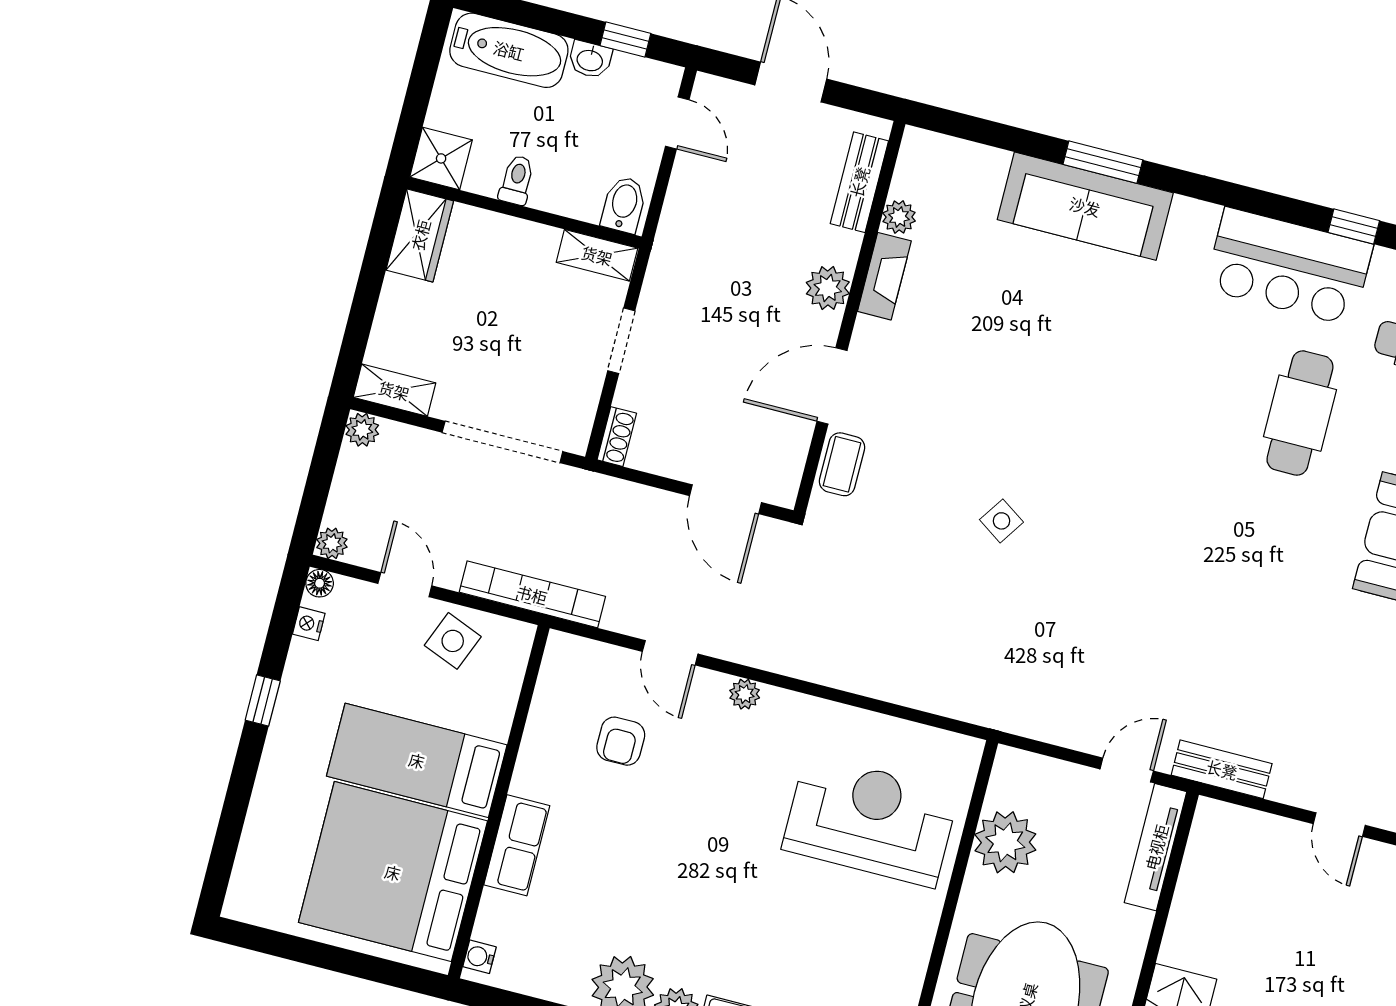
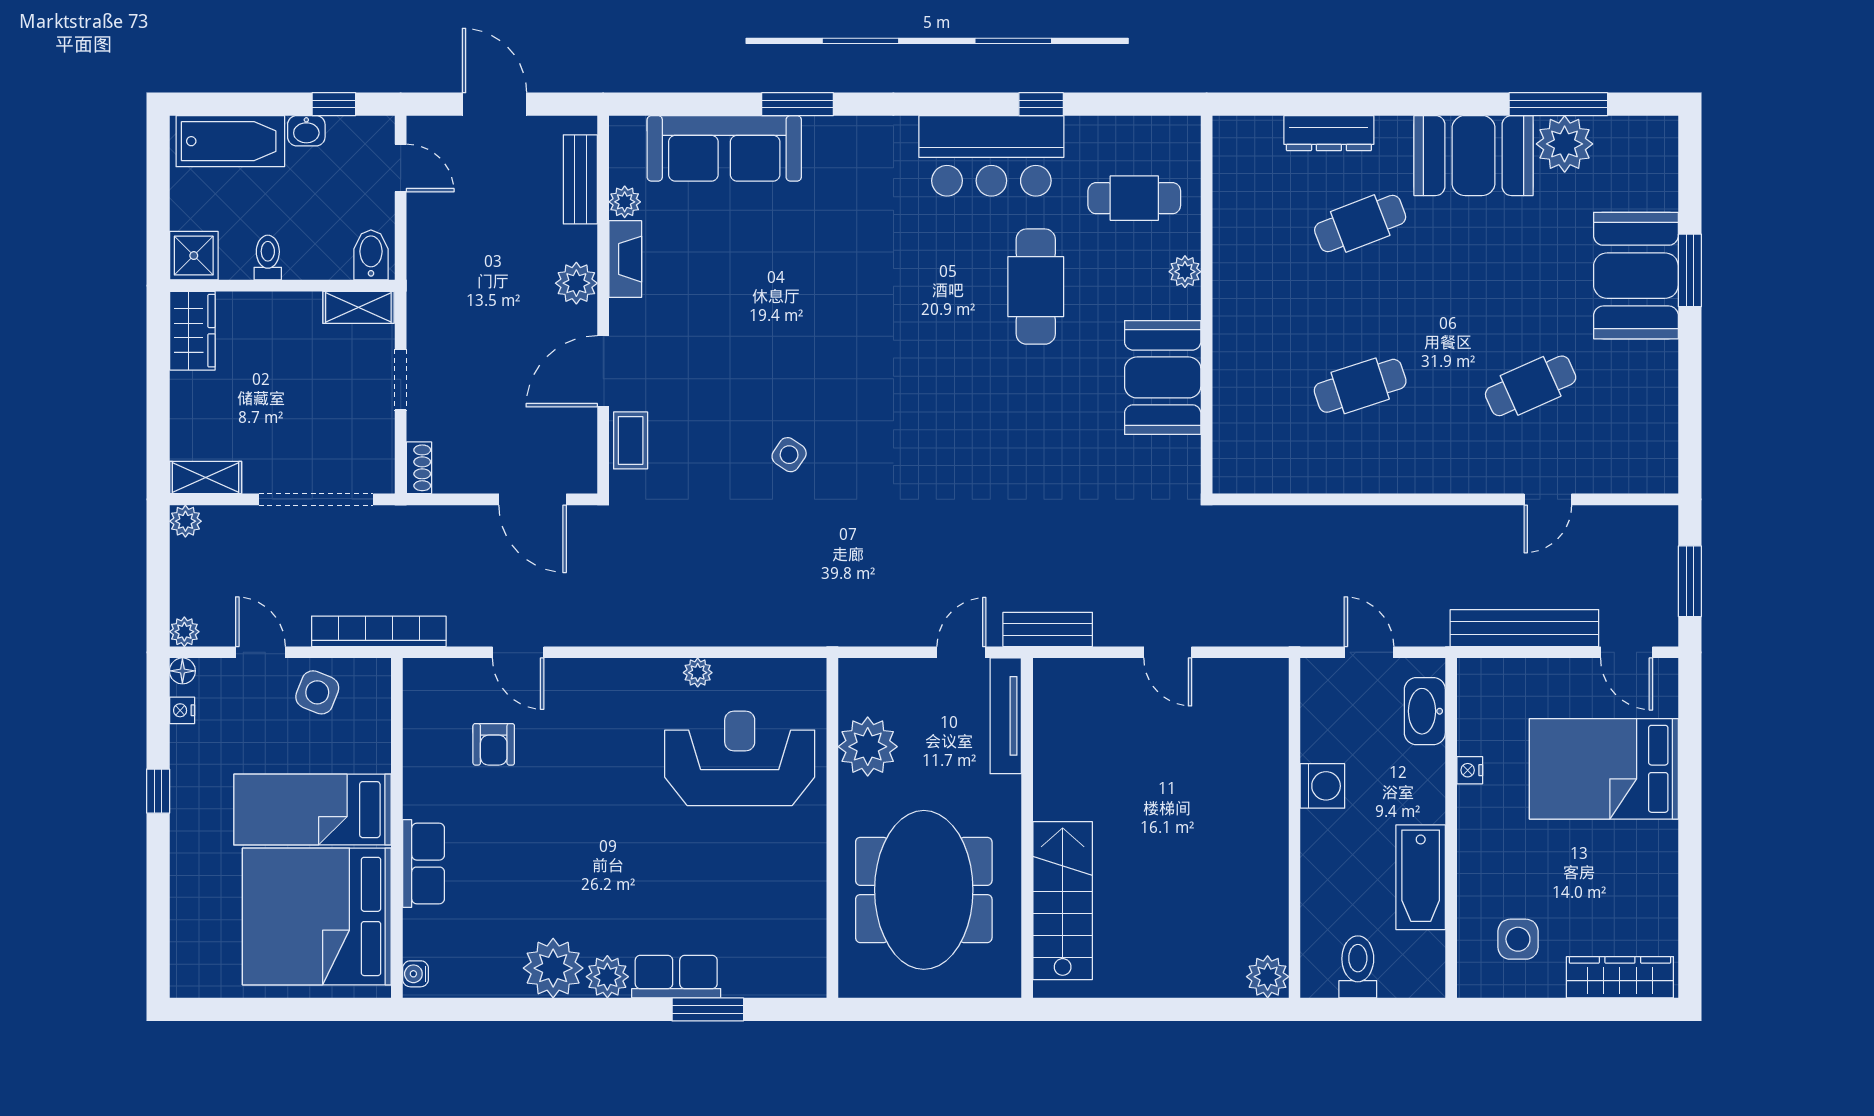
sofa: (1085, 206) -> (724, 148), moved
plant: (745, 694) -> (698, 673), moved

